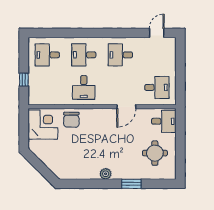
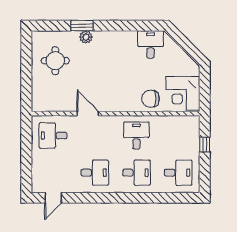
door: (126, 107) -> (88, 114), hinge flipped
chair: (71, 120) -> (151, 99), turned -90
desk: (164, 121) -> (151, 44), moved, turned 90
plant: (106, 174) -> (86, 37), moved

